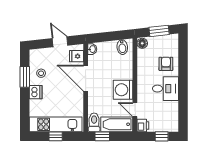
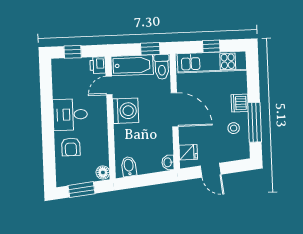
window: (25, 77) -> (255, 122), width x1.44
door: (86, 78) -> (175, 110), moved
door: (135, 110) -> (109, 85), swing flipped

